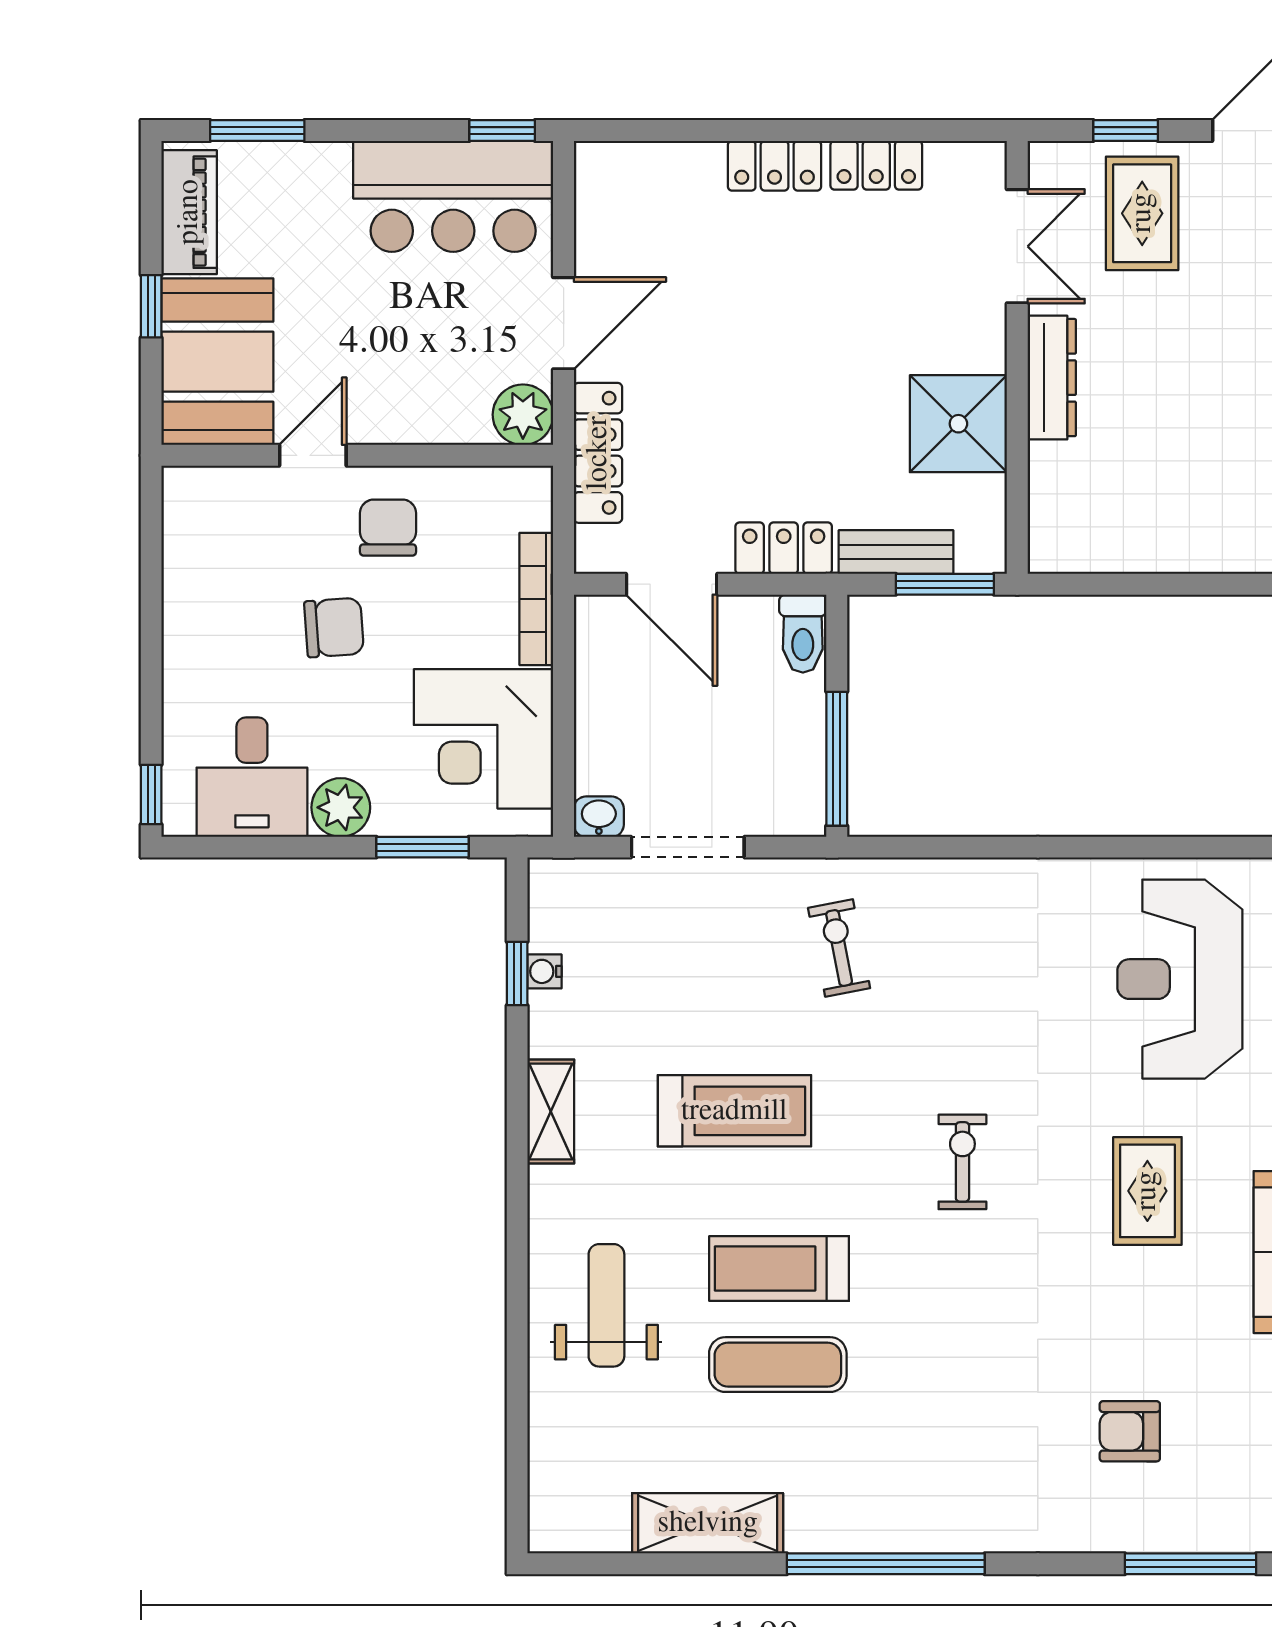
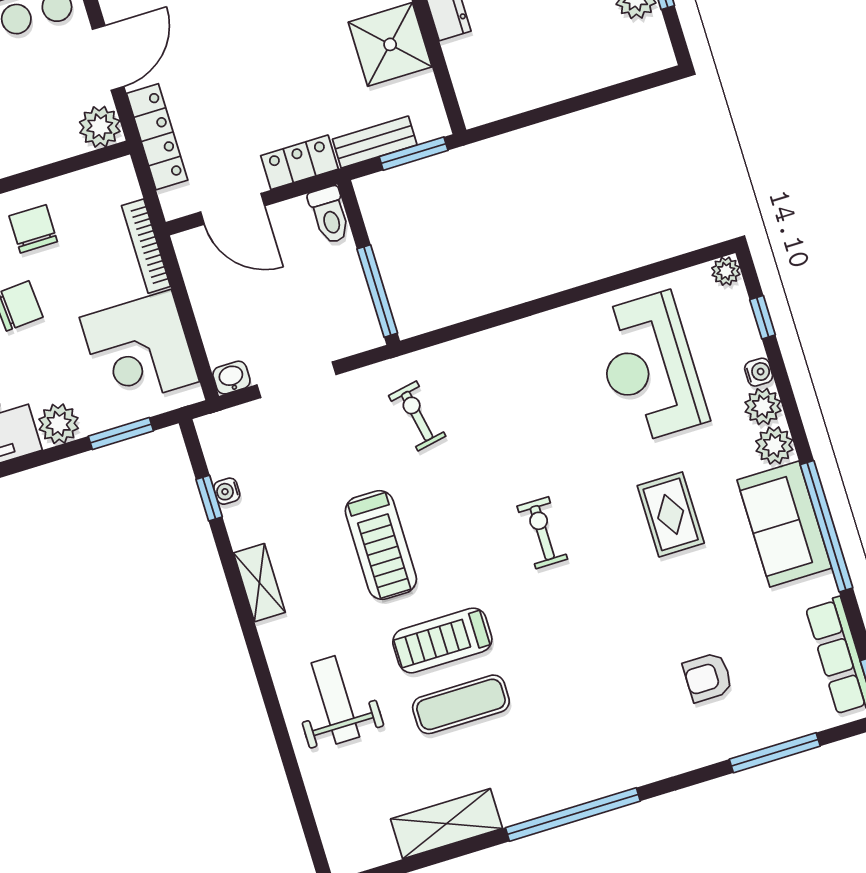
treadmill: (734, 1111) -> (381, 545), turned 90

